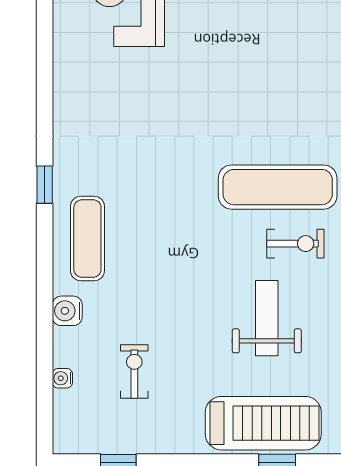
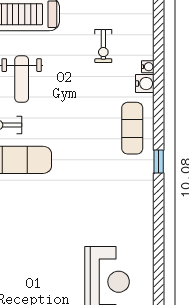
water cooler: (62, 378) -> (148, 67), moved

